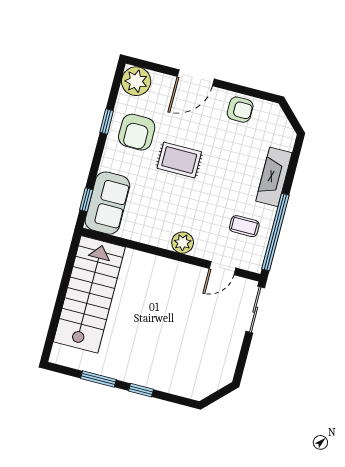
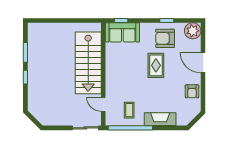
plant: (183, 243) -> (112, 79), removed
stairs: (89, 294) -> (88, 63), moved, turned 90

